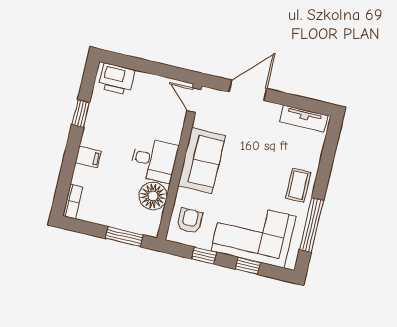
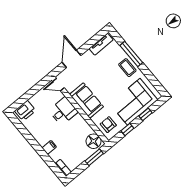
window: (81, 113) -> (28, 137), removed
desk: (154, 160) -> (63, 111), moved
floor lamp: (153, 196) -> (94, 141), moved
window: (312, 225) -> (131, 54), moved

